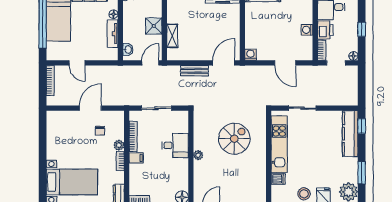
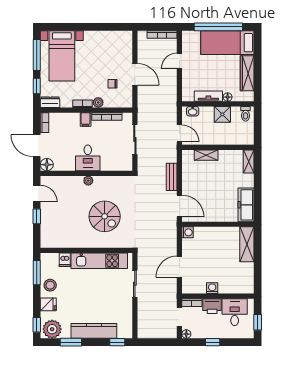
shower: (154, 26) -> (222, 114), moved
kitchen counter: (350, 134) -> (94, 331), moved
desk: (175, 145) -> (88, 158), moved

